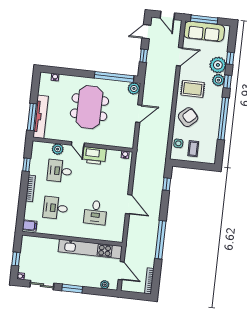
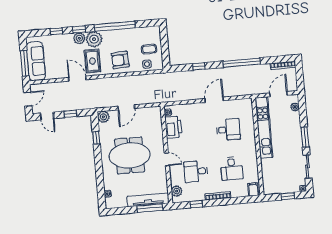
door: (179, 57) -> (77, 79), moved
plant: (218, 65) -> (94, 39), moved
window: (114, 77) -> (96, 138), width x0.32
door: (139, 114) -> (126, 107), swing flipped
armchair: (188, 117) -> (120, 60), turned -51
door: (78, 144) -> (167, 159), hinge flipped
plant: (58, 149) -> (177, 191), moved
printer: (94, 156) -> (173, 127), moved
desk: (60, 171) -> (196, 172), turned 90
window: (167, 184) -> (199, 66), moved

